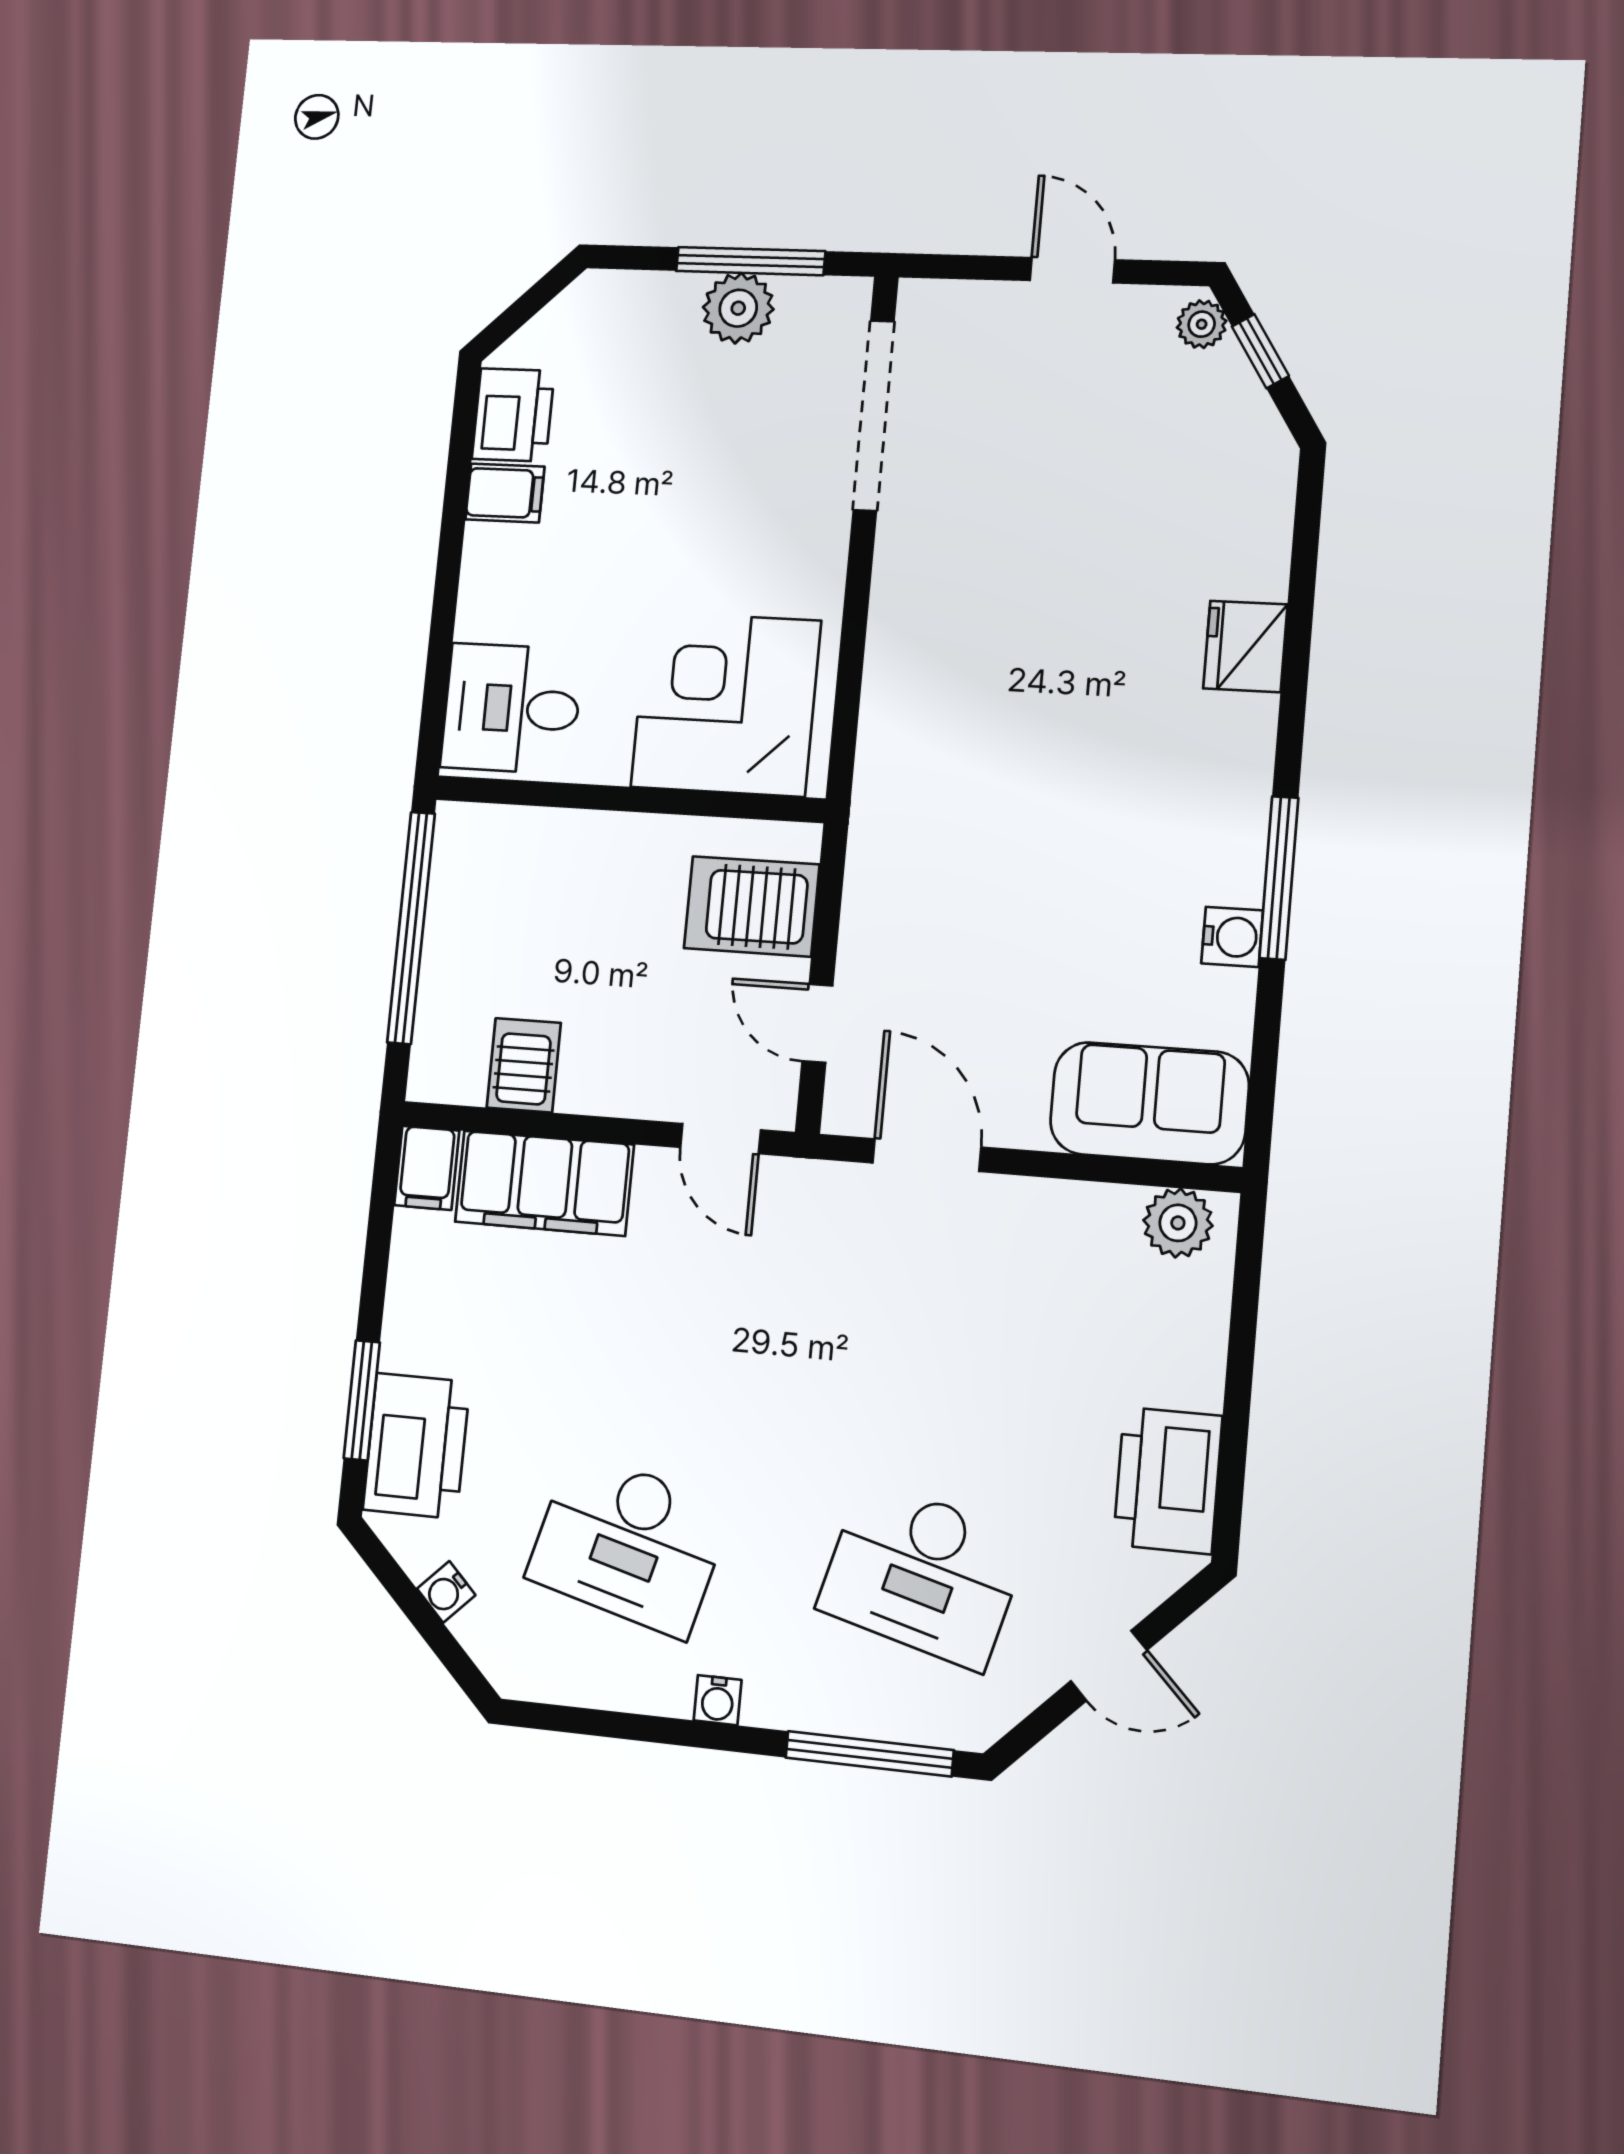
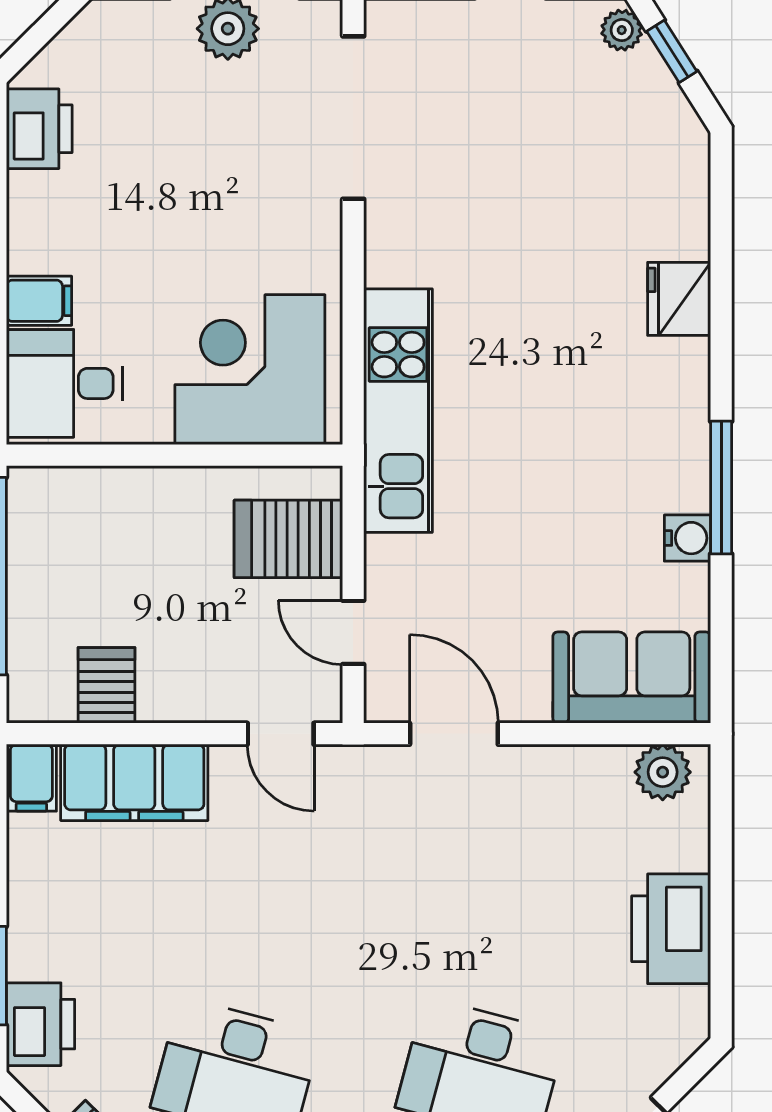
filing cabinet: (505, 493) -> (39, 301), moved
kitchen unit: (895, 762) -> (398, 411), added
printer: (416, 1446) -> (40, 1024), width x0.73, depth x0.84
printer: (1168, 1480) -> (671, 929), moved

